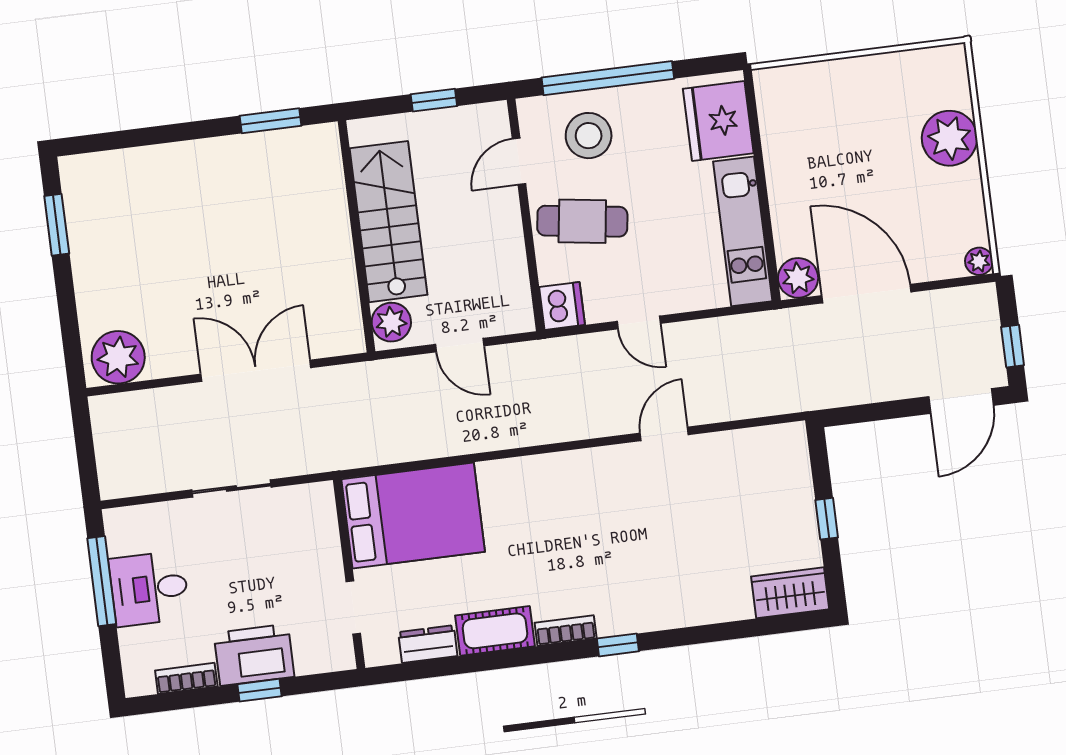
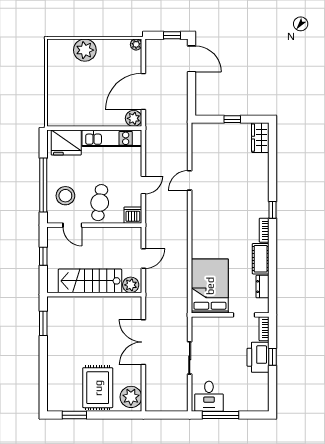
rug: (131, 273) -> (98, 388), added
door: (664, 434) -> (190, 180), hinge flipped
desk: (149, 589) -> (209, 396), moved
bookcase: (186, 678) -> (264, 329), moved

